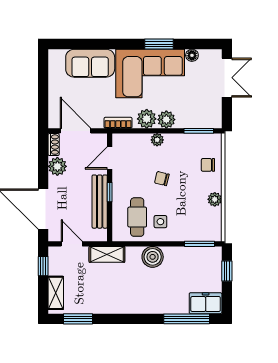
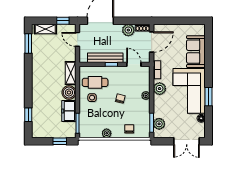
plant: (166, 120) -> (159, 124), moved
door: (72, 244) -> (78, 39), swing flipped
shelving: (107, 254) -> (71, 73), moved
freezer: (206, 303) -> (69, 111), moved, turned 180
window: (187, 319) -> (28, 115), width x0.46

